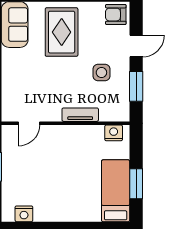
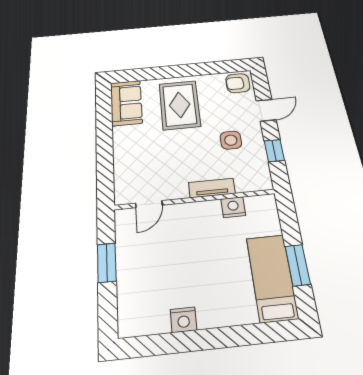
window: (136, 86) -> (274, 151), width x0.67
nightstand: (114, 133) -> (233, 207), moved
nightstand: (24, 214) -> (184, 320), moved

